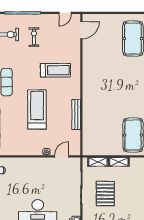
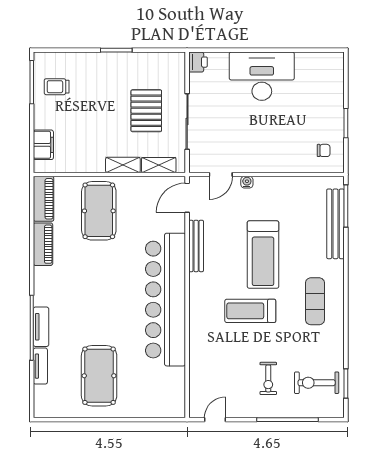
door: (81, 30) -> (187, 198), moved
treadmill: (55, 70) -> (250, 311), moved
bar counter: (94, 83) -> (166, 300), added

